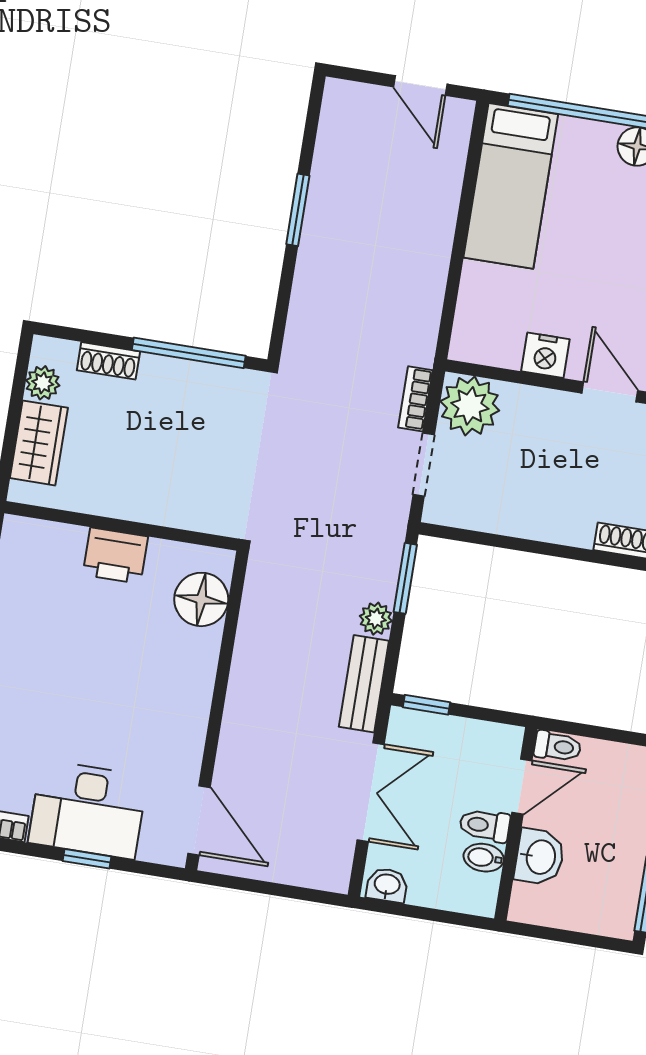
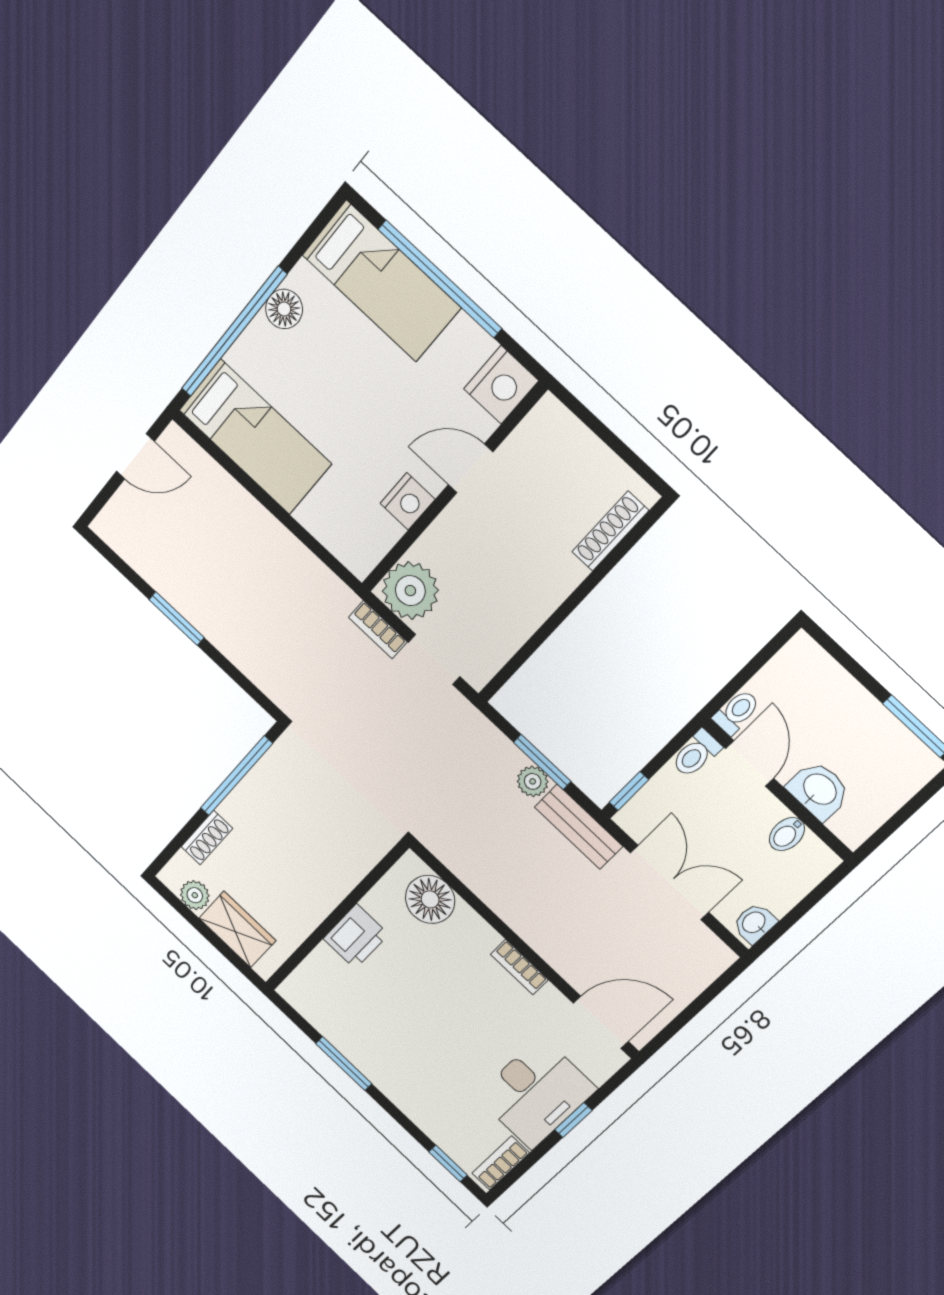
window: (405, 578) -> (542, 762), moved
bookcase: (197, 717) -> (519, 967), added
toilet: (485, 825) -> (696, 754), moved

